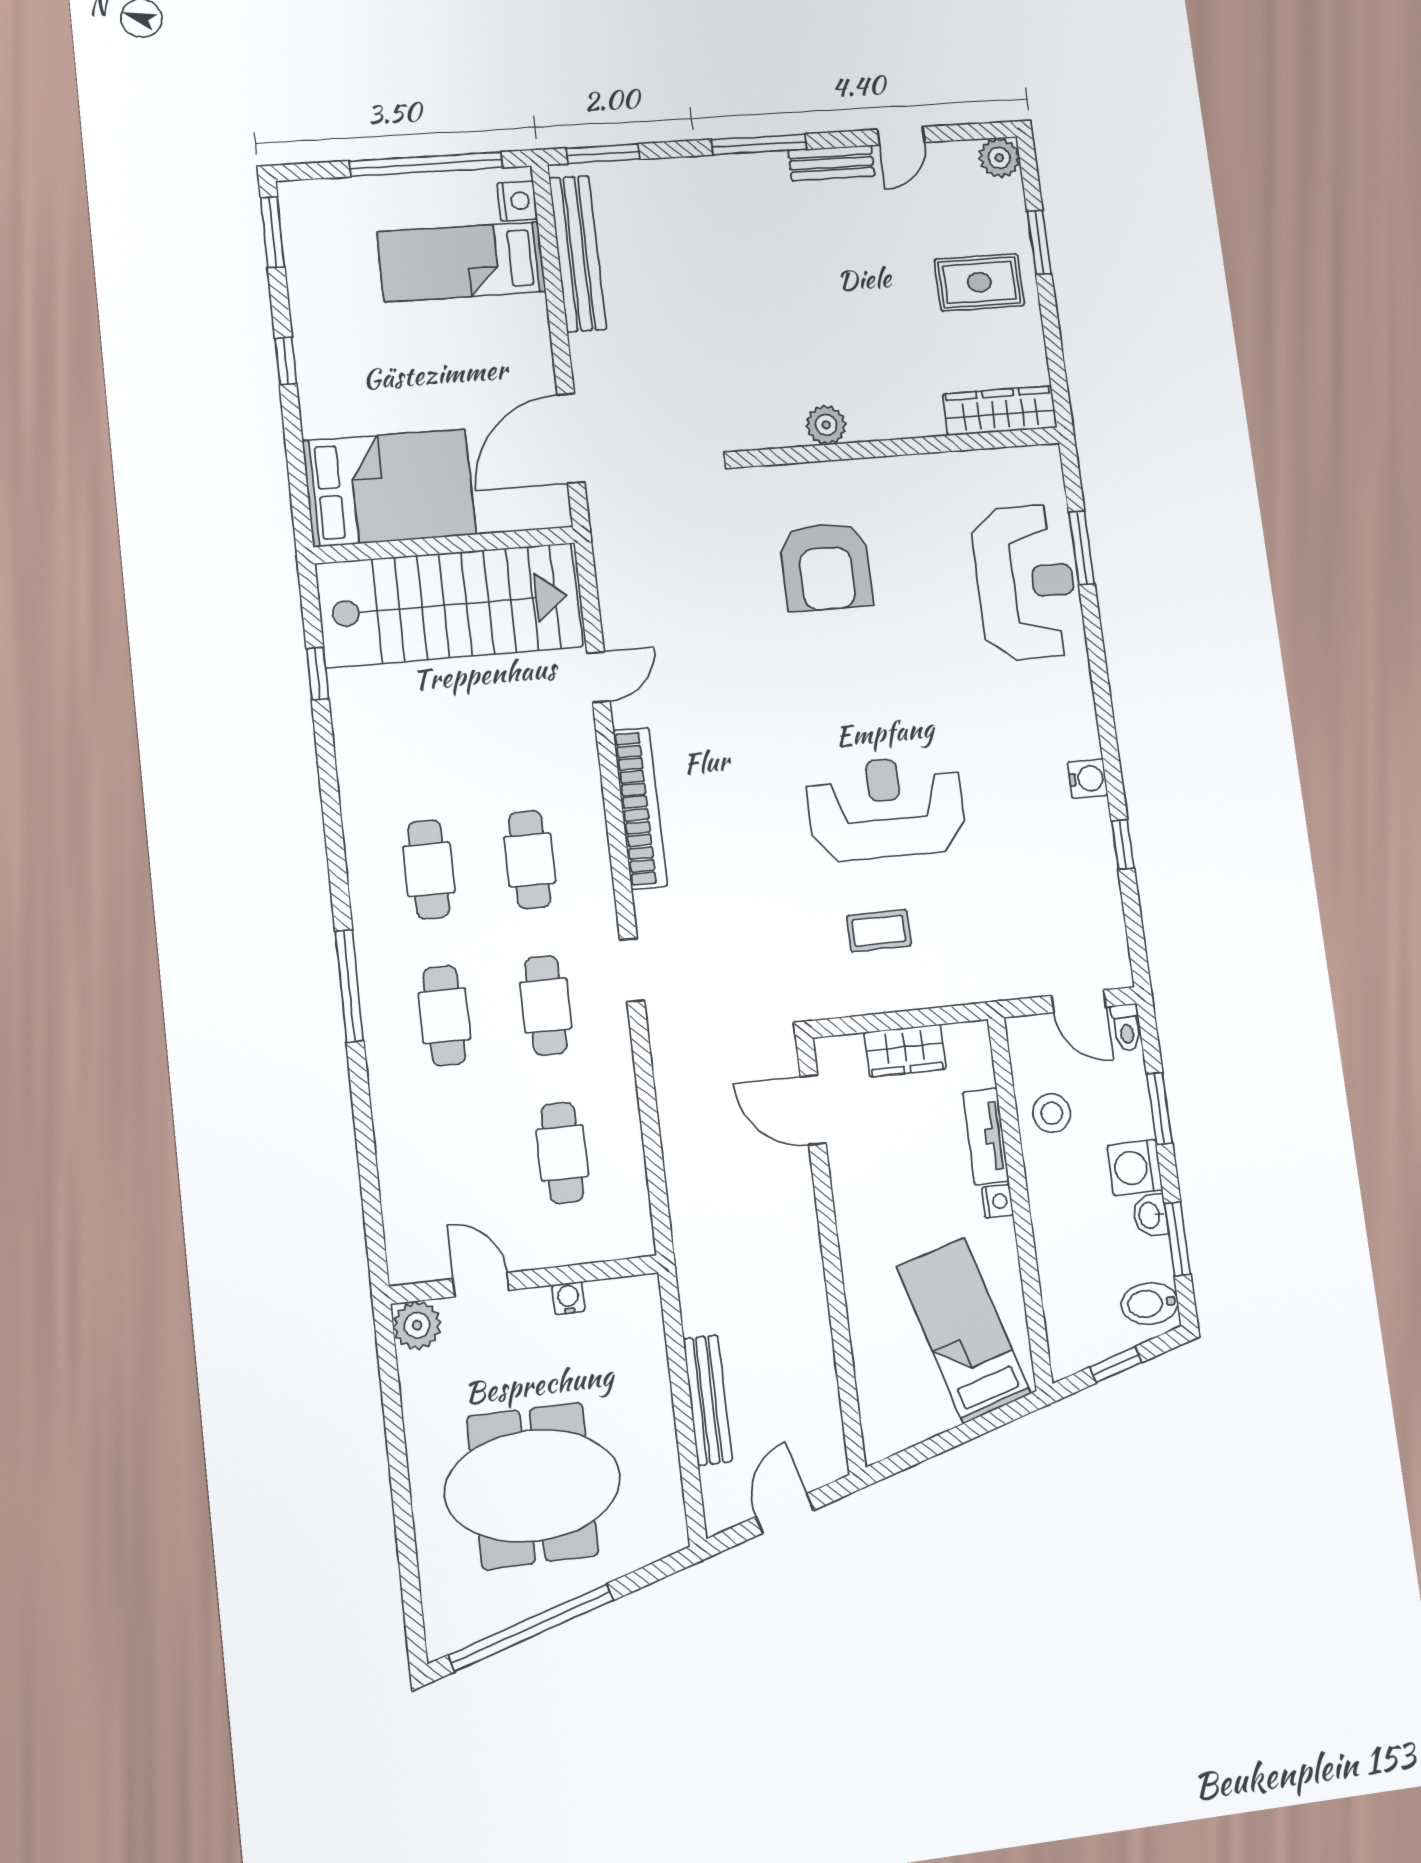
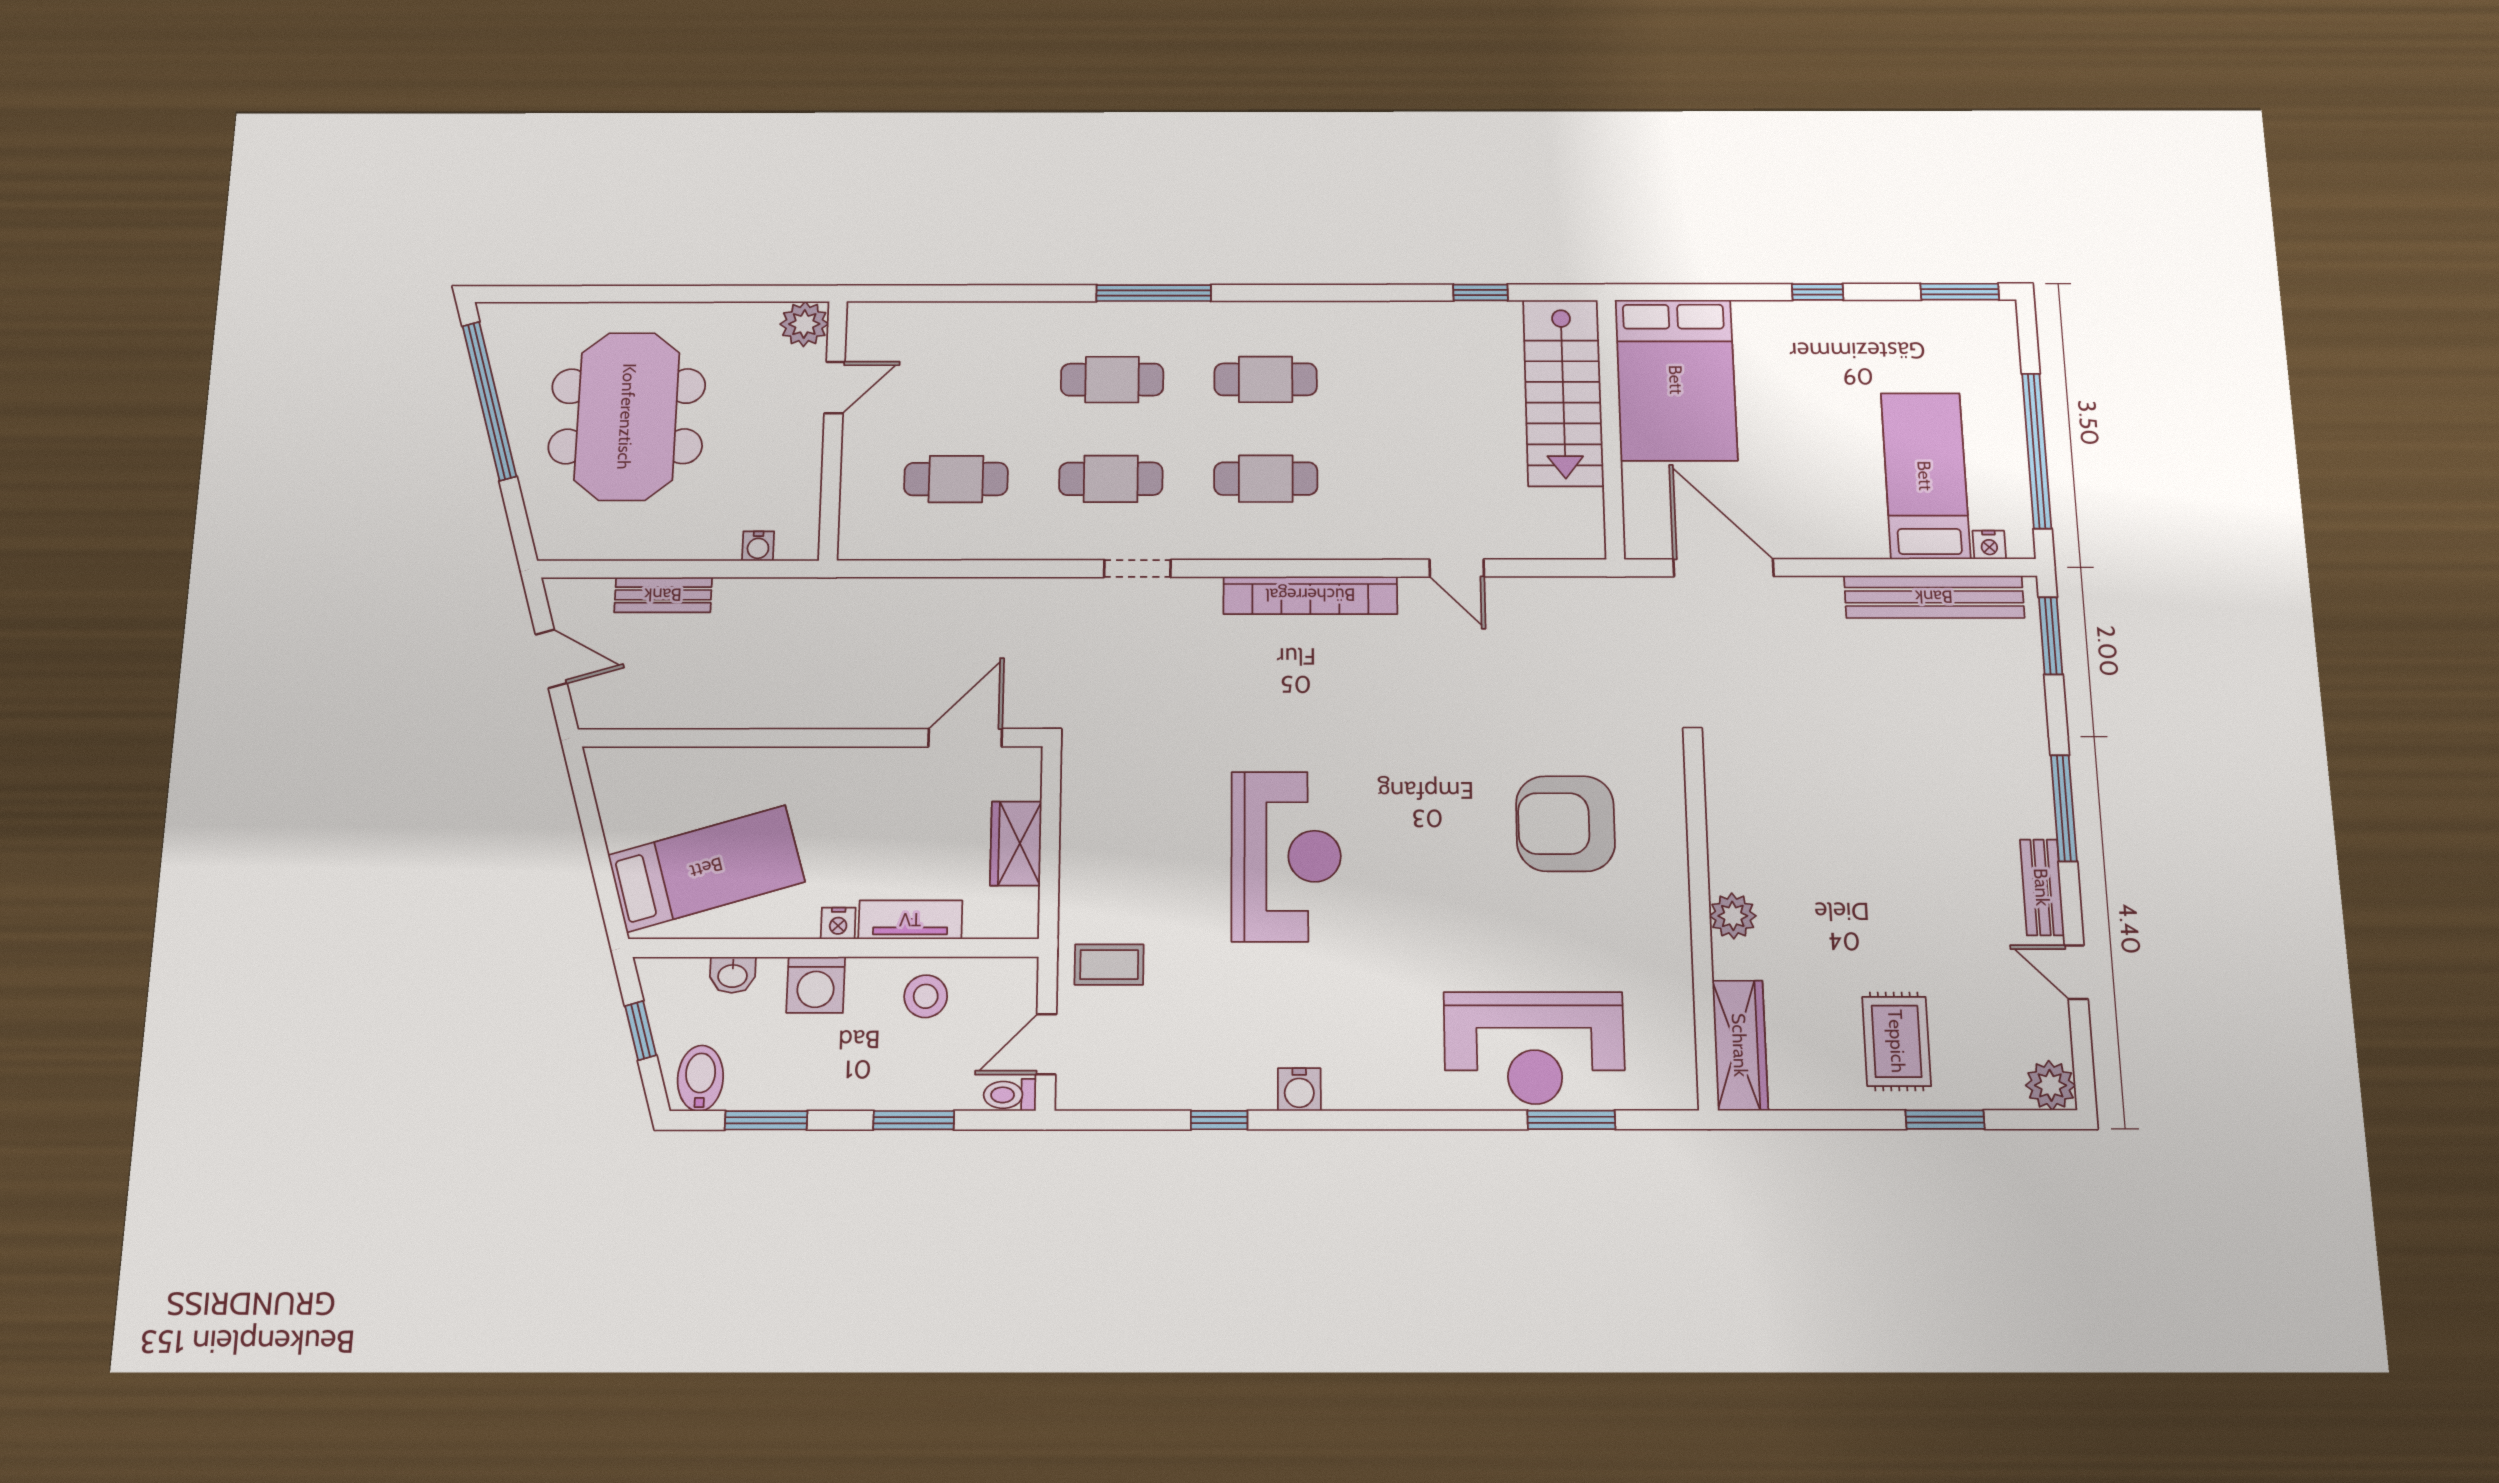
nightstand: (517, 201) -> (1989, 545), width x0.72, depth x0.74
plant: (826, 425) -> (1733, 916), moved
stairs: (449, 605) -> (1563, 392), width x0.73, depth x0.66
coffee table: (879, 931) -> (1109, 965), moved, turned 90
washing machine: (1135, 1168) -> (816, 985), moved, turned 180
washbasin: (1150, 1215) -> (733, 975), moved, turned 180
water cooler: (568, 1298) -> (758, 546), moved, turned 90
bench: (708, 1400) -> (663, 595), width x0.73

